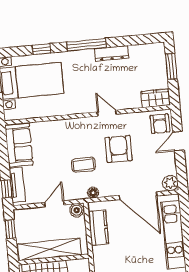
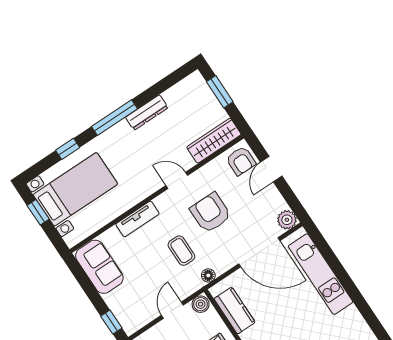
wardrobe: (156, 98) -> (214, 141), width x1.50
coffee table: (83, 165) -> (181, 251), turned 90
tv unit: (17, 185) -> (137, 219), moved, turned 90

